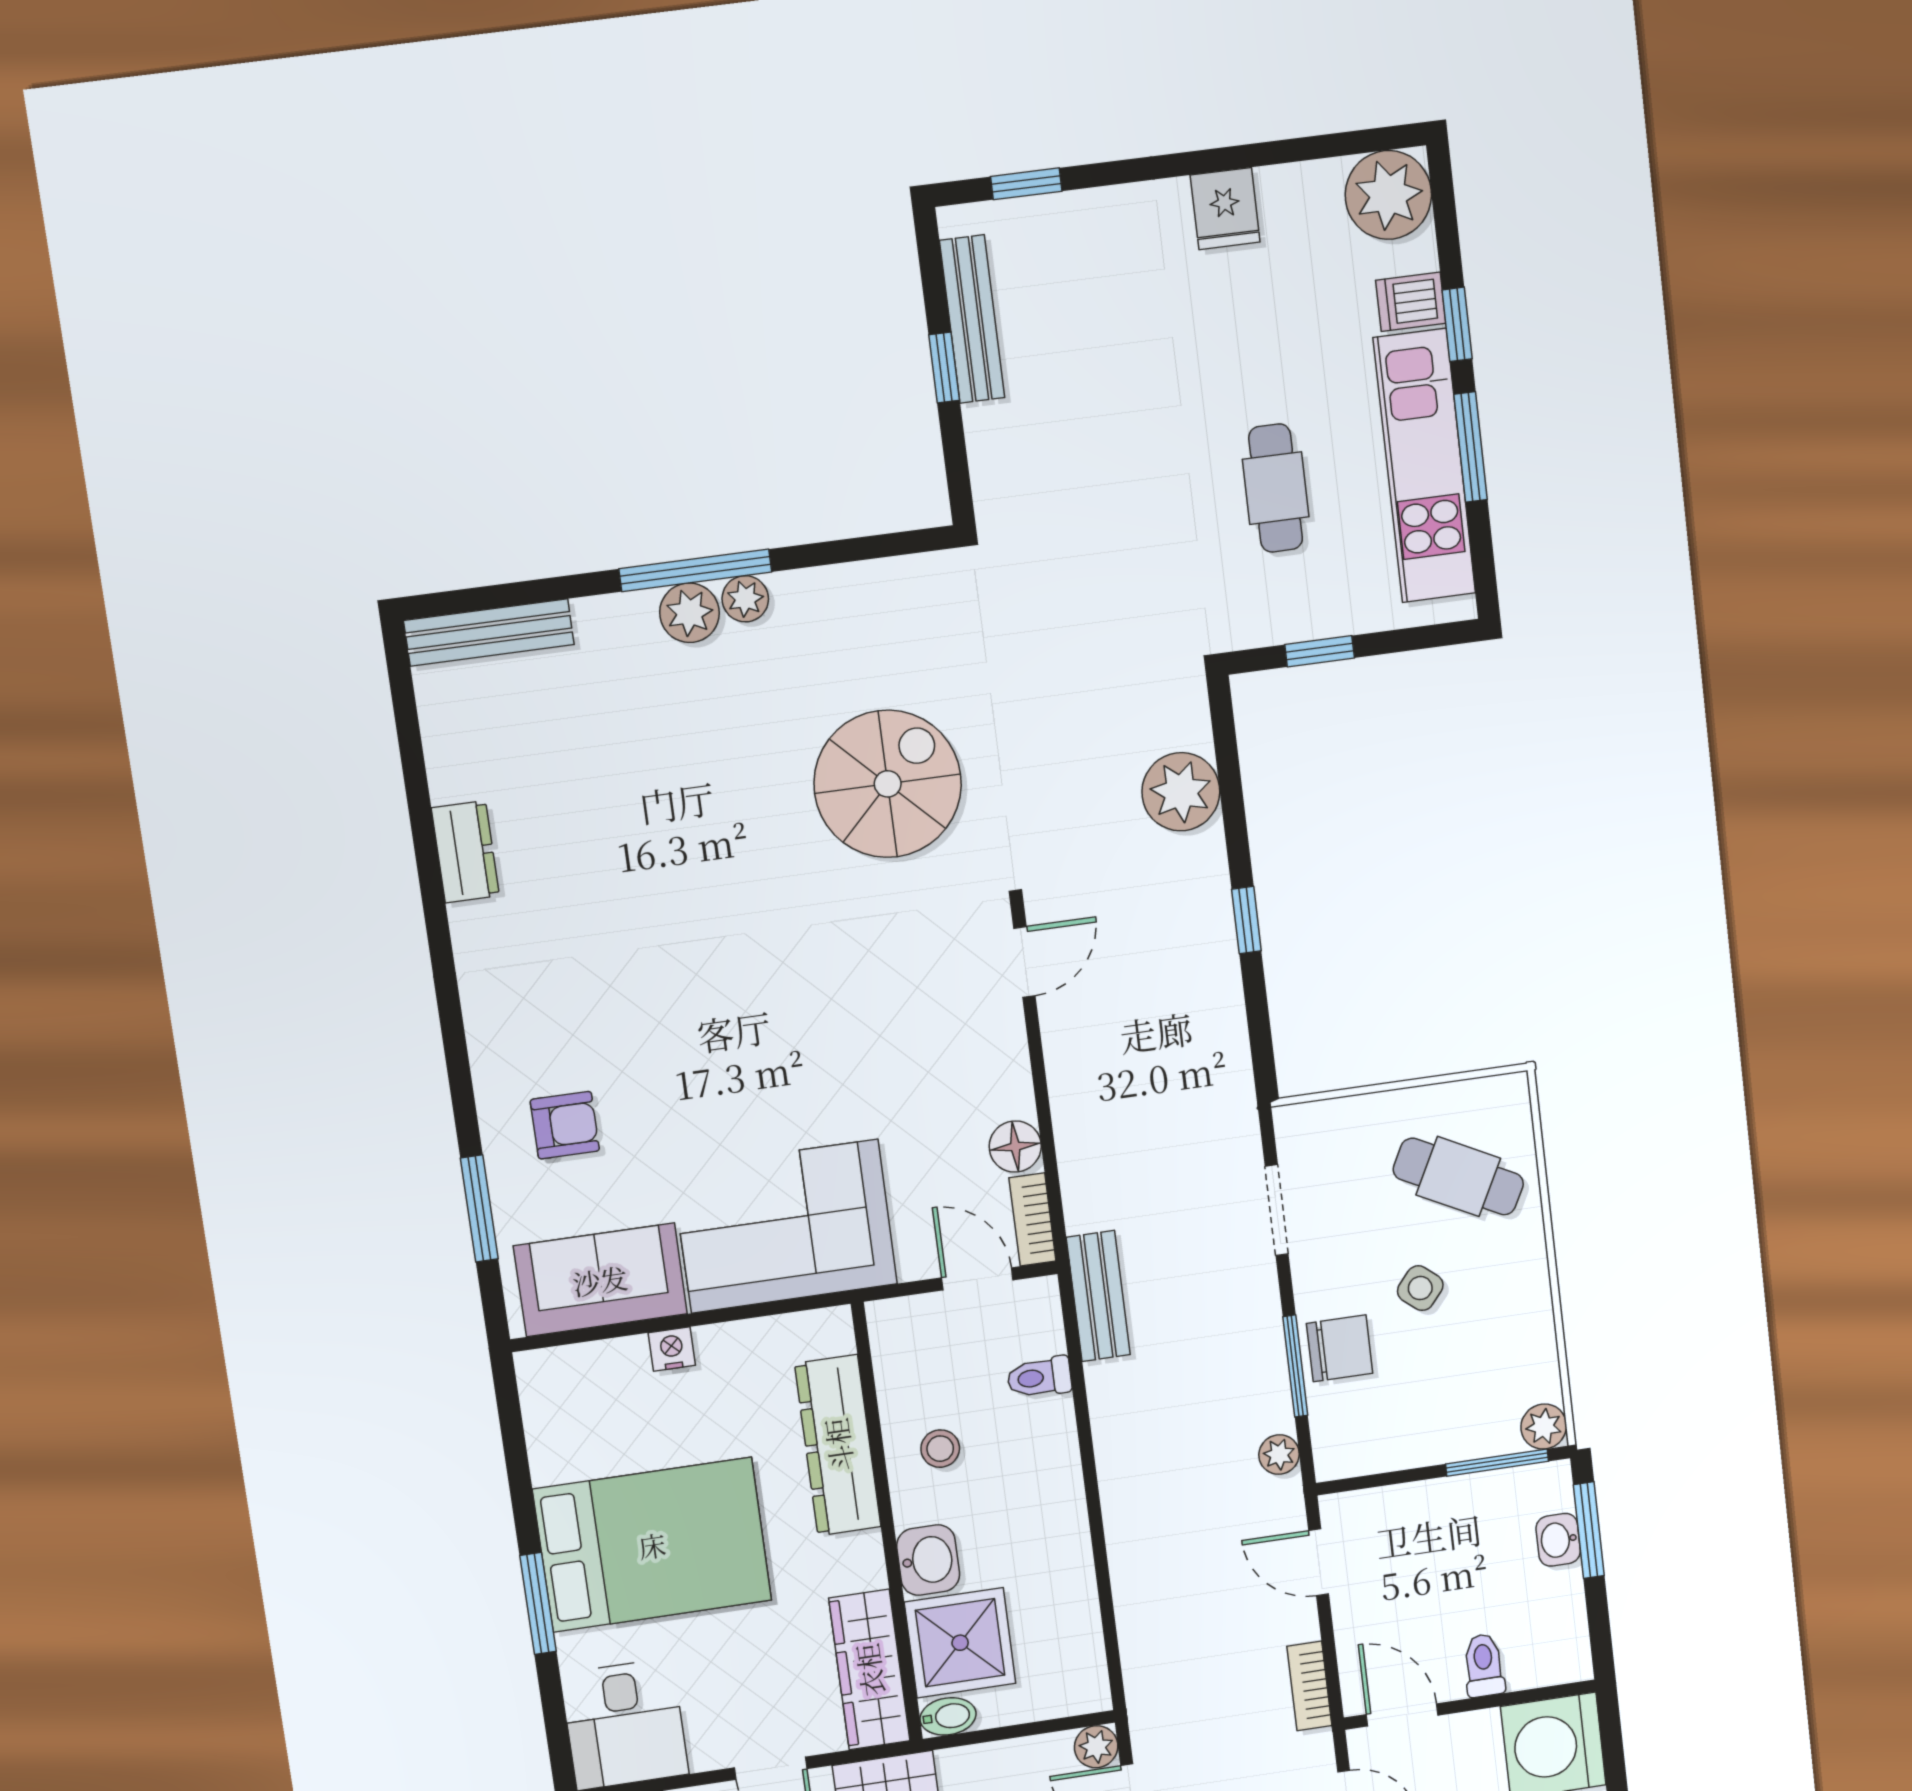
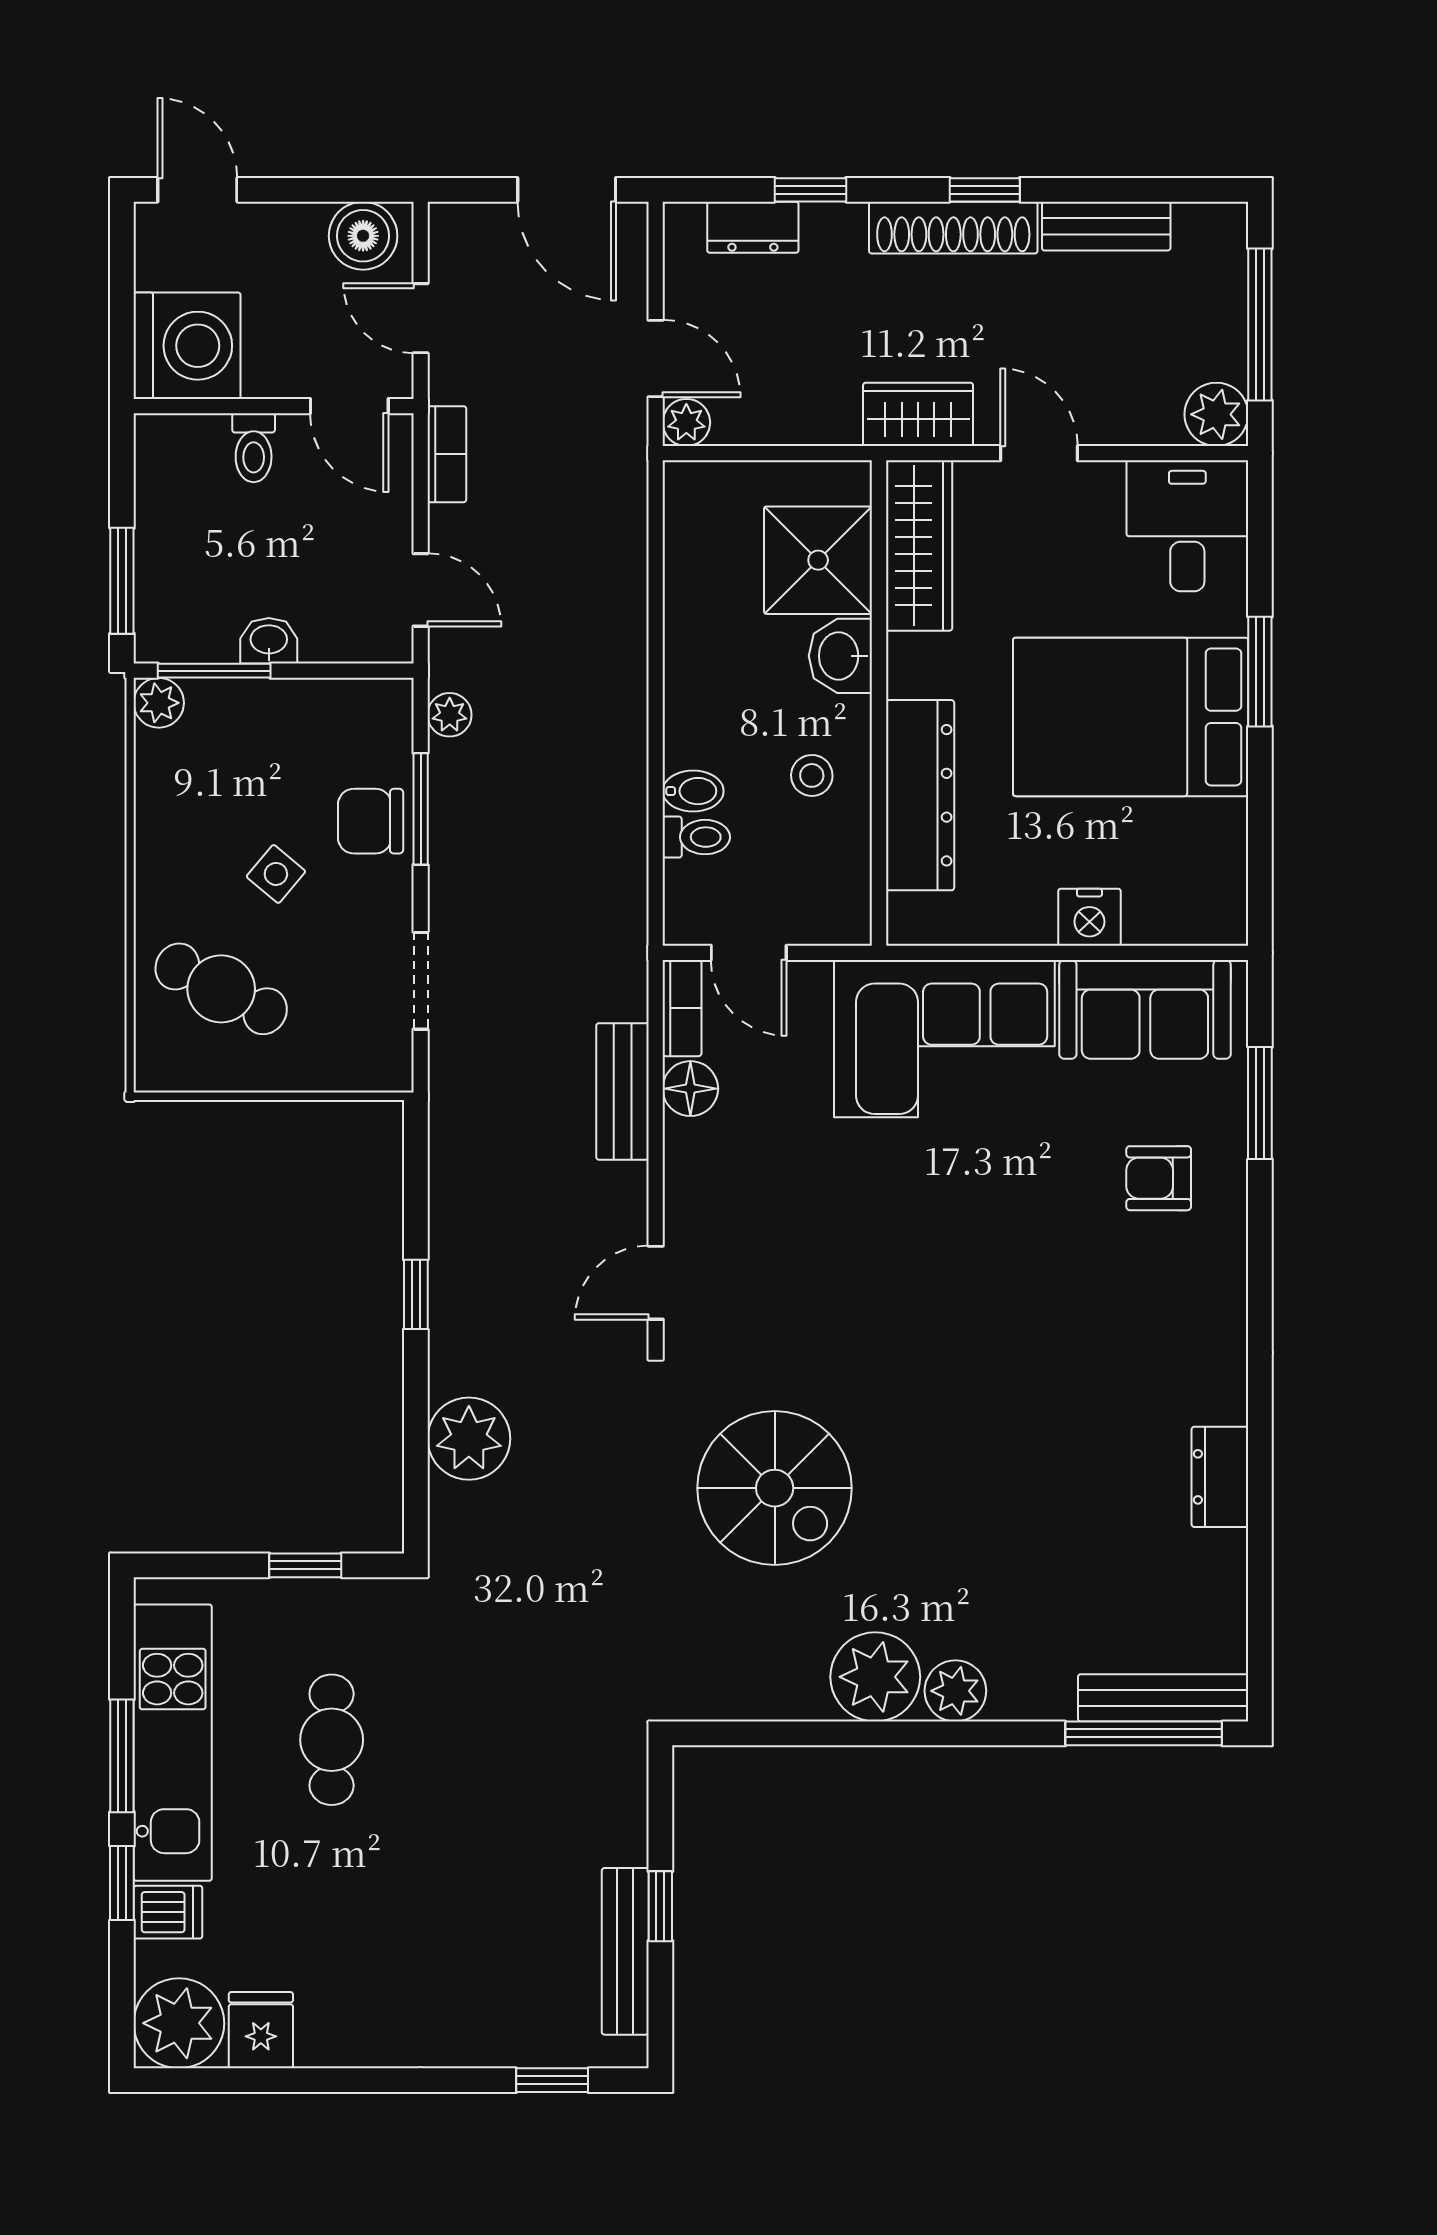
fridge: (1225, 209) -> (261, 2030), moved
window: (695, 570) -> (1144, 1733), moved
plant: (745, 599) -> (875, 1677), width x1.88, depth x1.88
spiral stairs: (888, 784) -> (775, 1488), turned -90
bench: (1098, 1296) -> (623, 1091), moved
nightstand: (672, 1349) -> (1089, 917), width x1.39, depth x1.35
washbasin: (1558, 1540) -> (269, 641), moved, turned -90
bidet: (948, 1716) -> (693, 791), moved, turned 180

